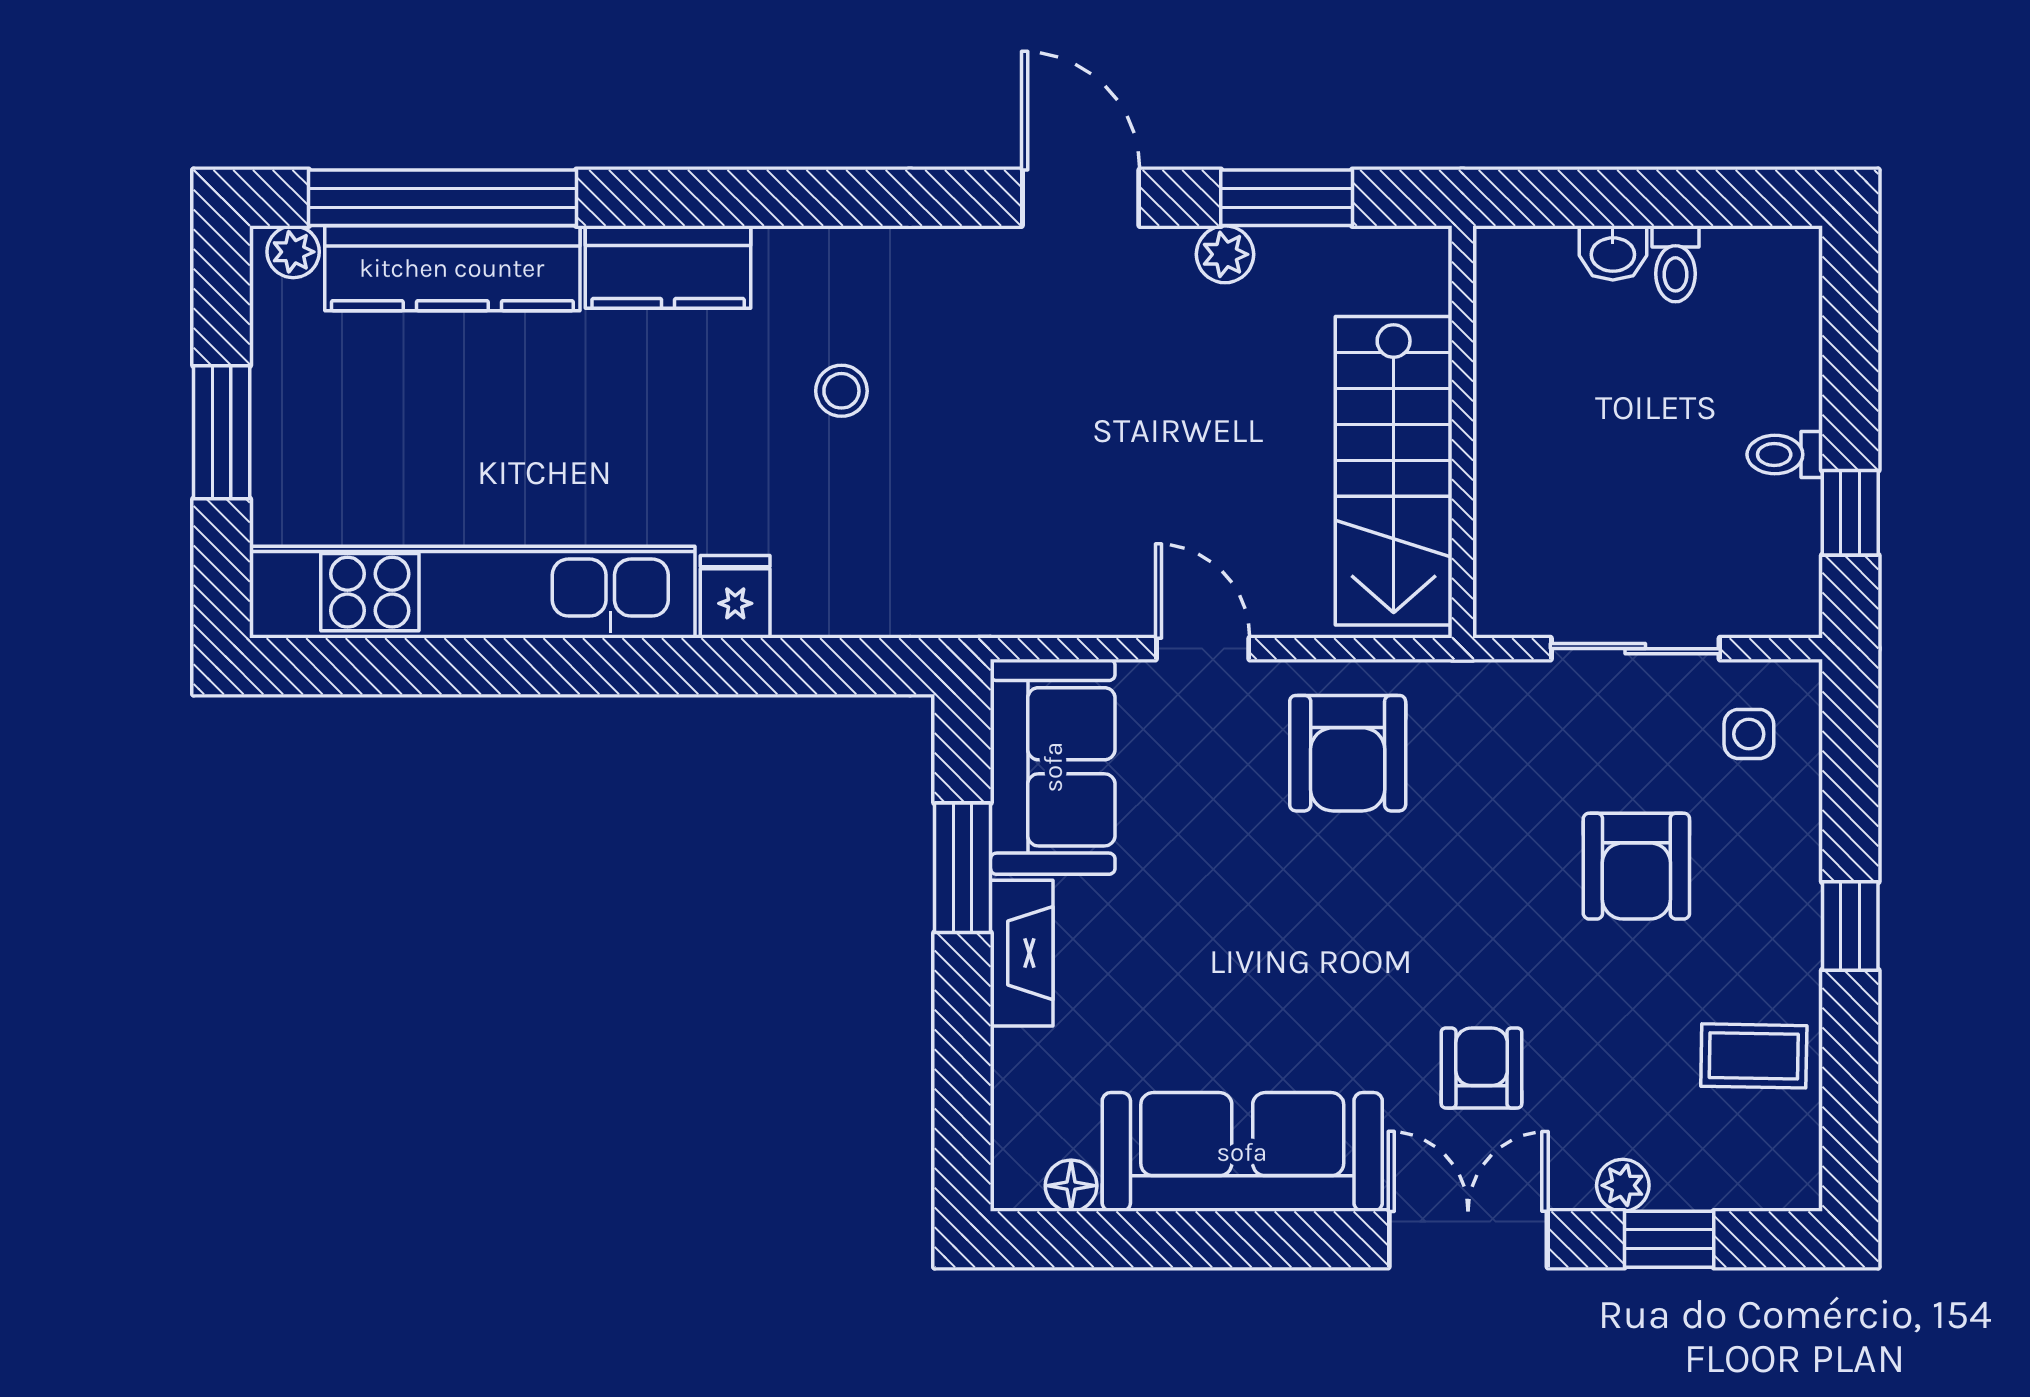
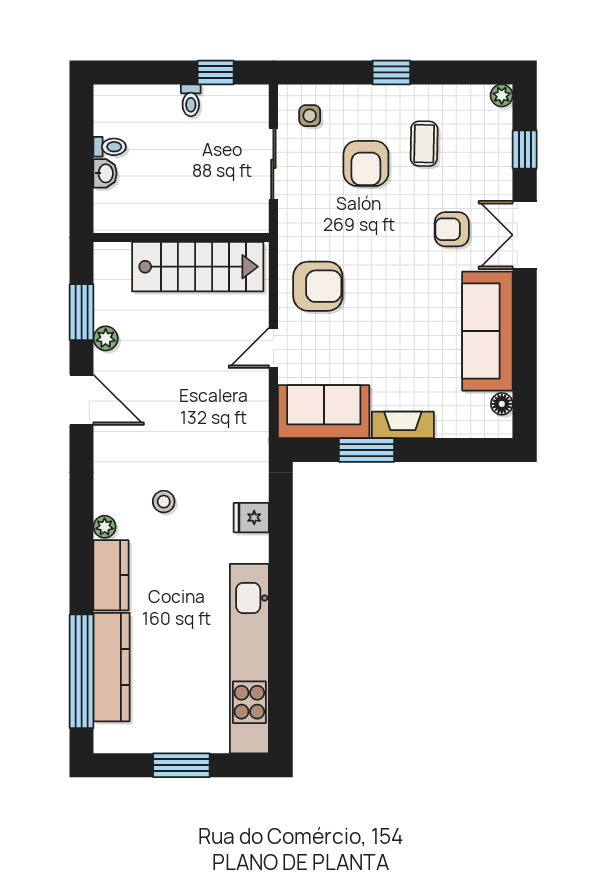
door: (1081, 198) -> (82, 400), swing flipped
plant: (293, 252) -> (105, 527), moved
fridge: (735, 597) -> (251, 518), moved
armchair: (1636, 866) -> (366, 163), turned 90
coffee table: (1754, 1056) -> (424, 144), moved
plant: (1623, 1185) -> (502, 95), moved

